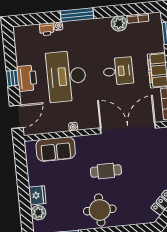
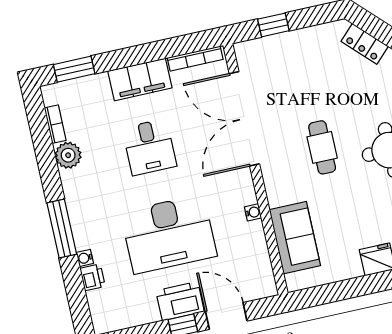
desk: (118, 71) -> (149, 147), turned 180
door: (16, 117) -> (226, 316), moved

